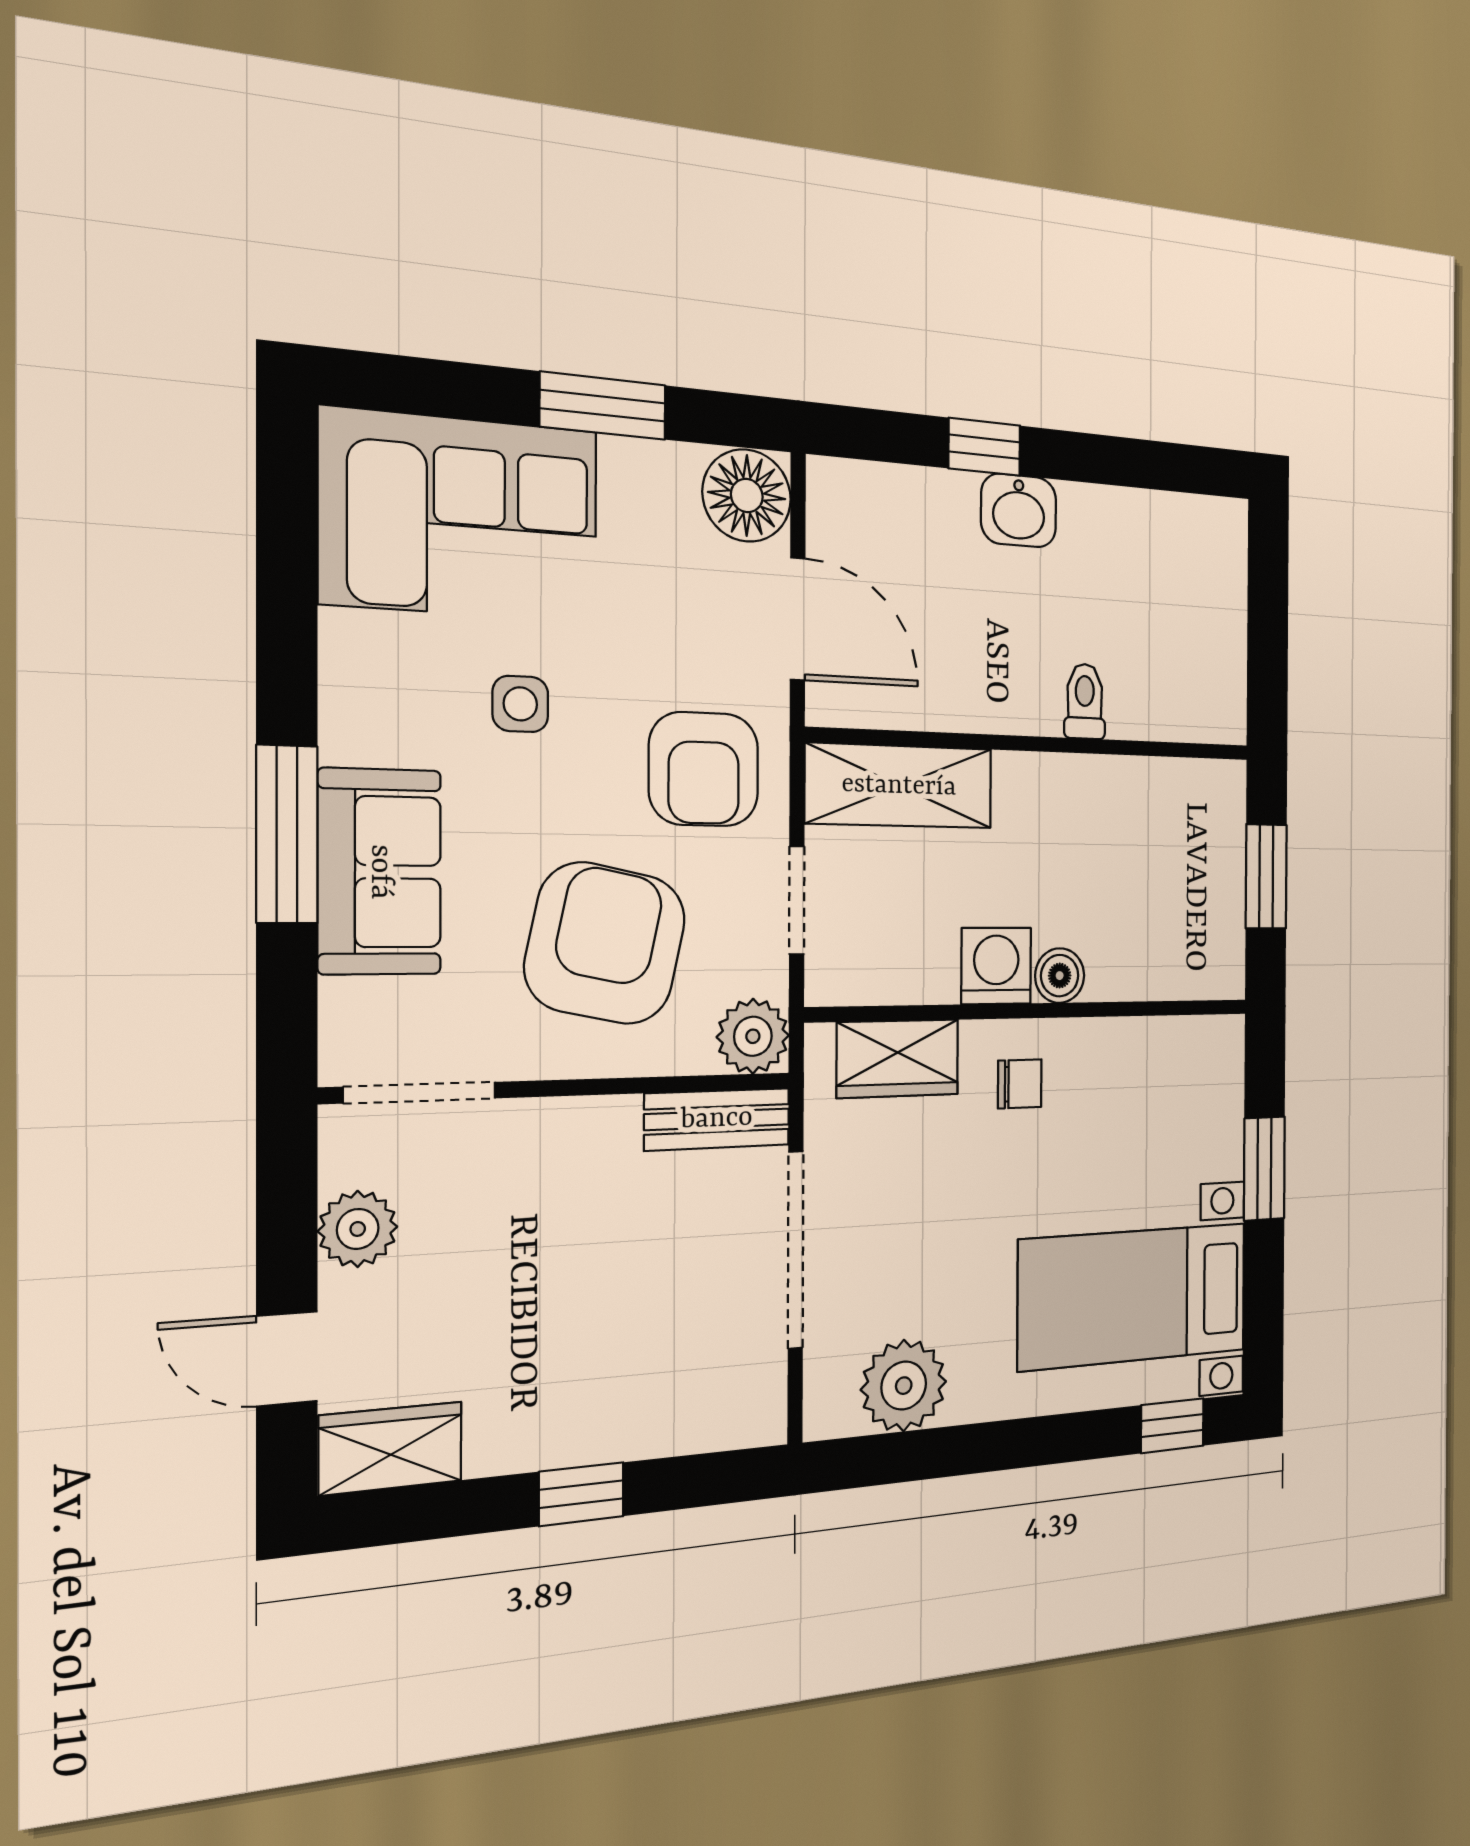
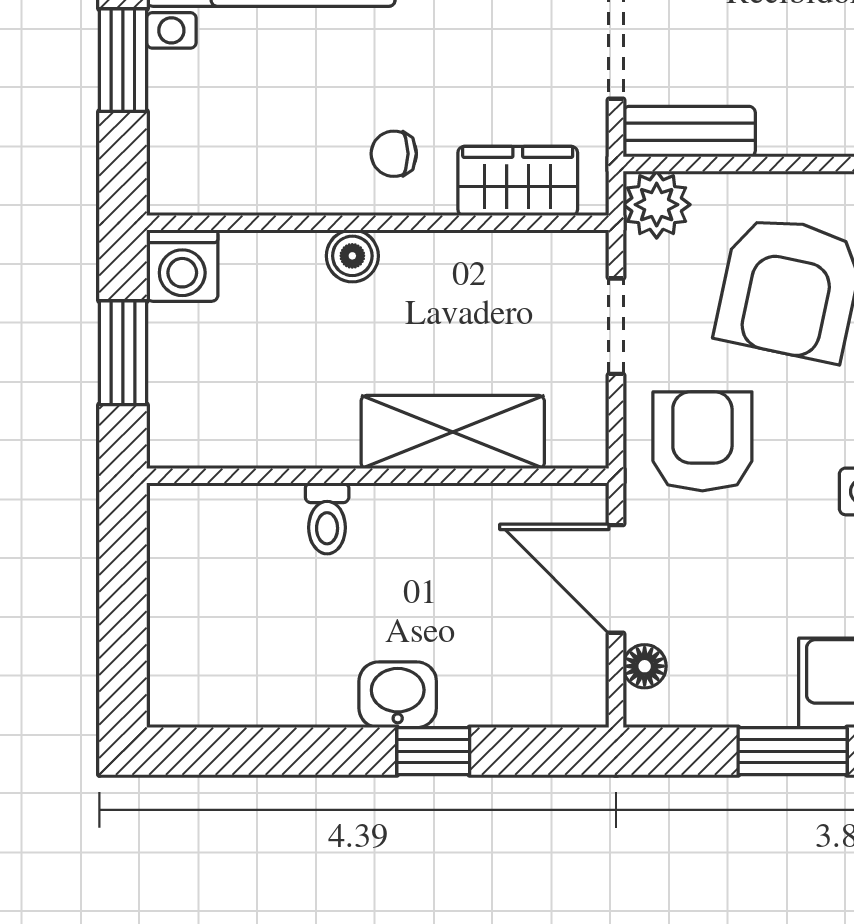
floor lamp: (747, 496) -> (645, 666), width x0.53, depth x0.53
shelving: (899, 786) -> (453, 432), moved
washing machine: (996, 966) -> (182, 266), moved

